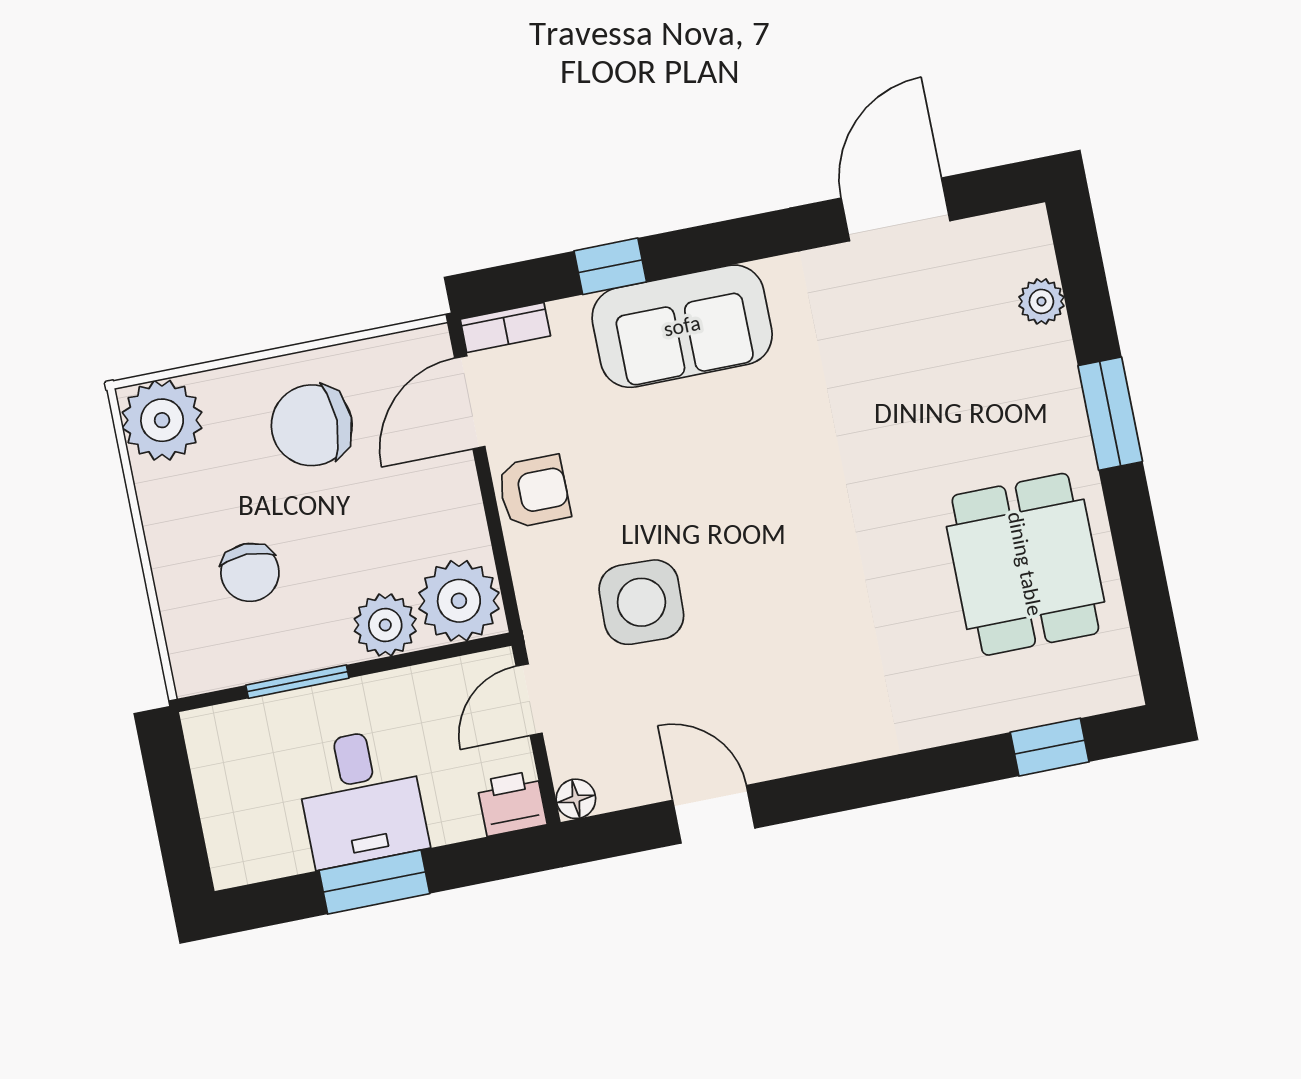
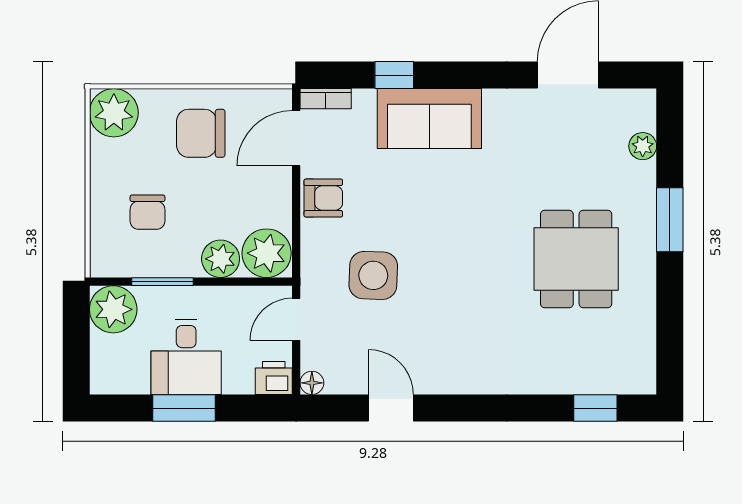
dining table: (1025, 564) -> (576, 259), moved
plant: (226, 743) -> (113, 309), added

